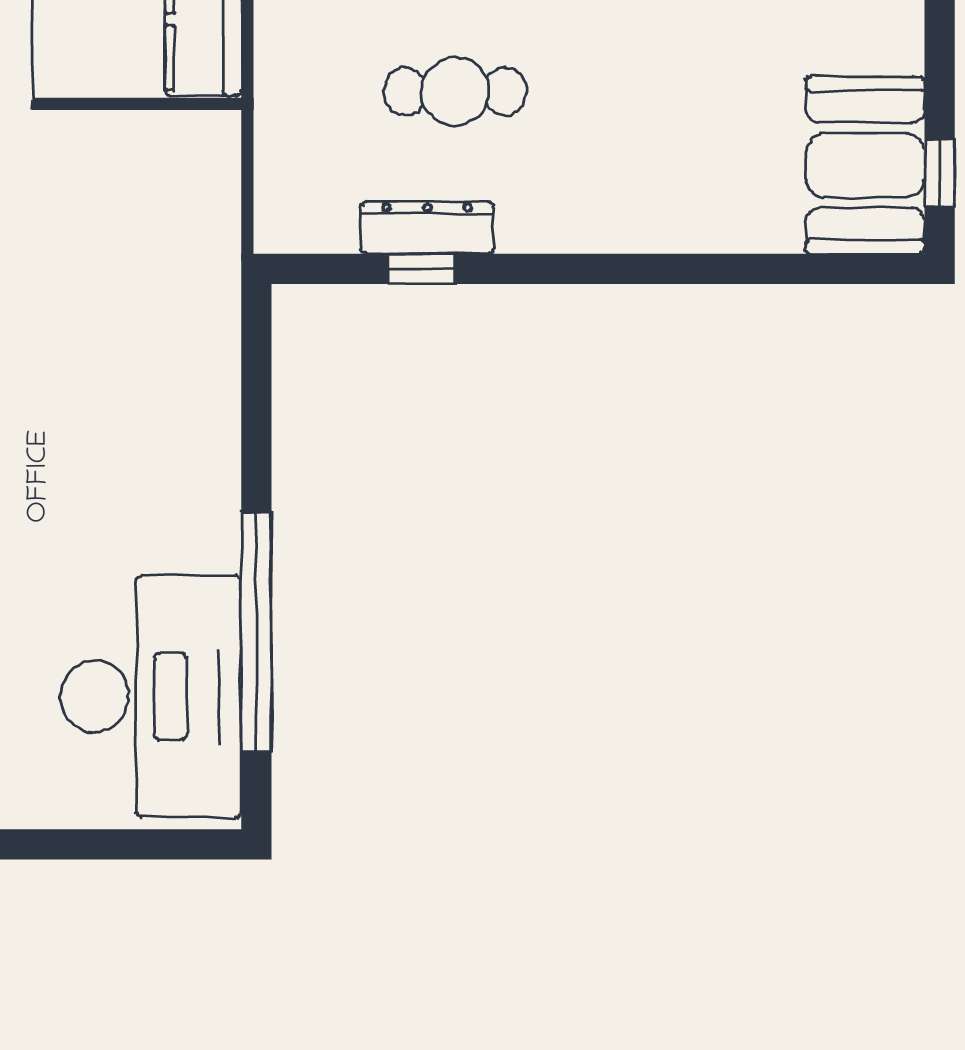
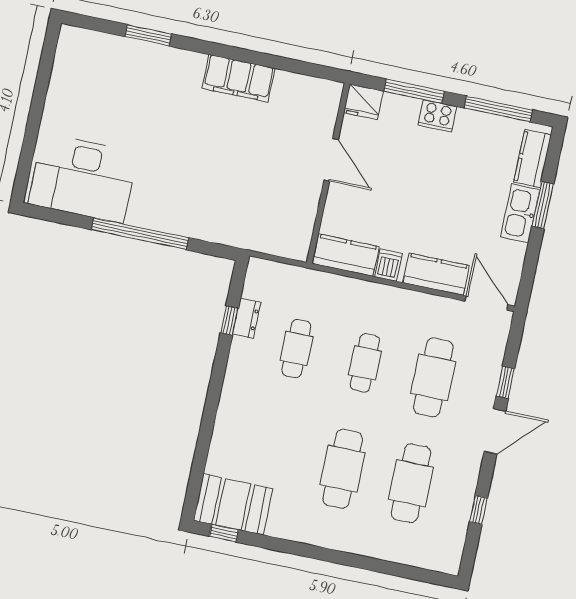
dresser: (427, 228) -> (247, 318), width x0.70
window: (256, 632) -> (140, 234), moved

